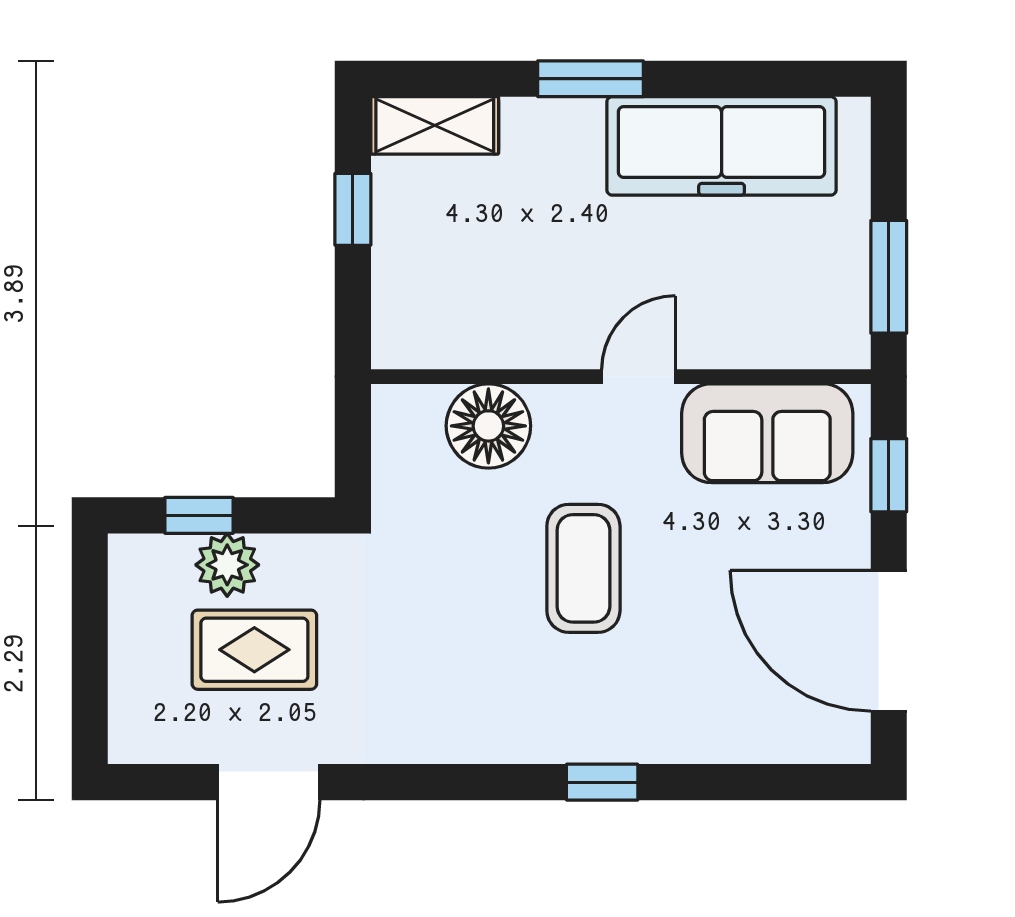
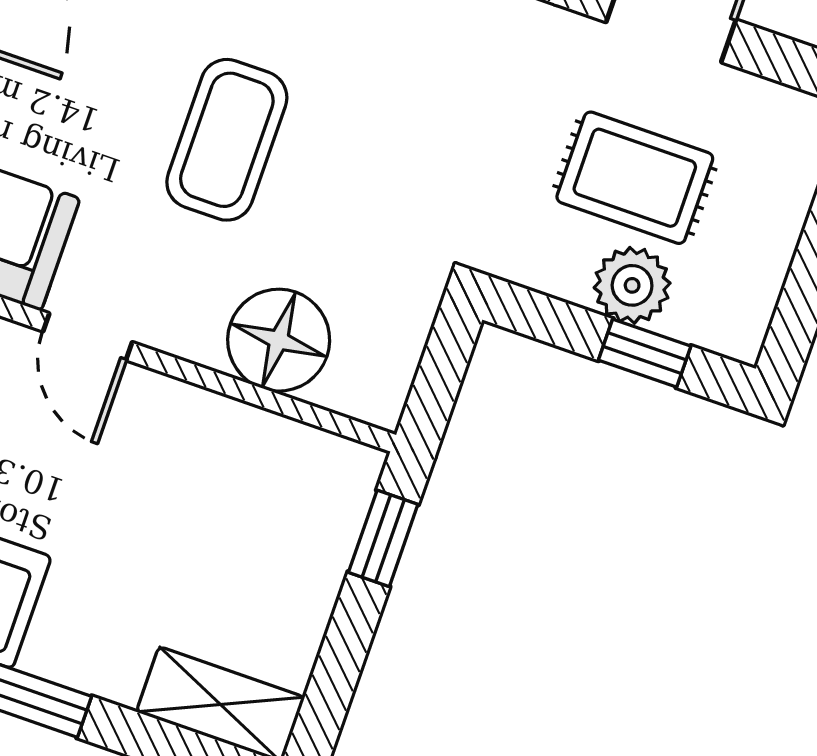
window: (353, 209) -> (383, 538), moved
door: (639, 377) -> (88, 337), hinge flipped

